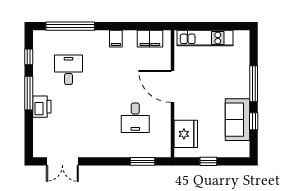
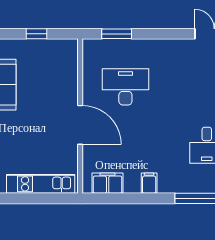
desk: (135, 118) -> (125, 87), width x1.37
fridge: (186, 134) -> (64, 67), removed

